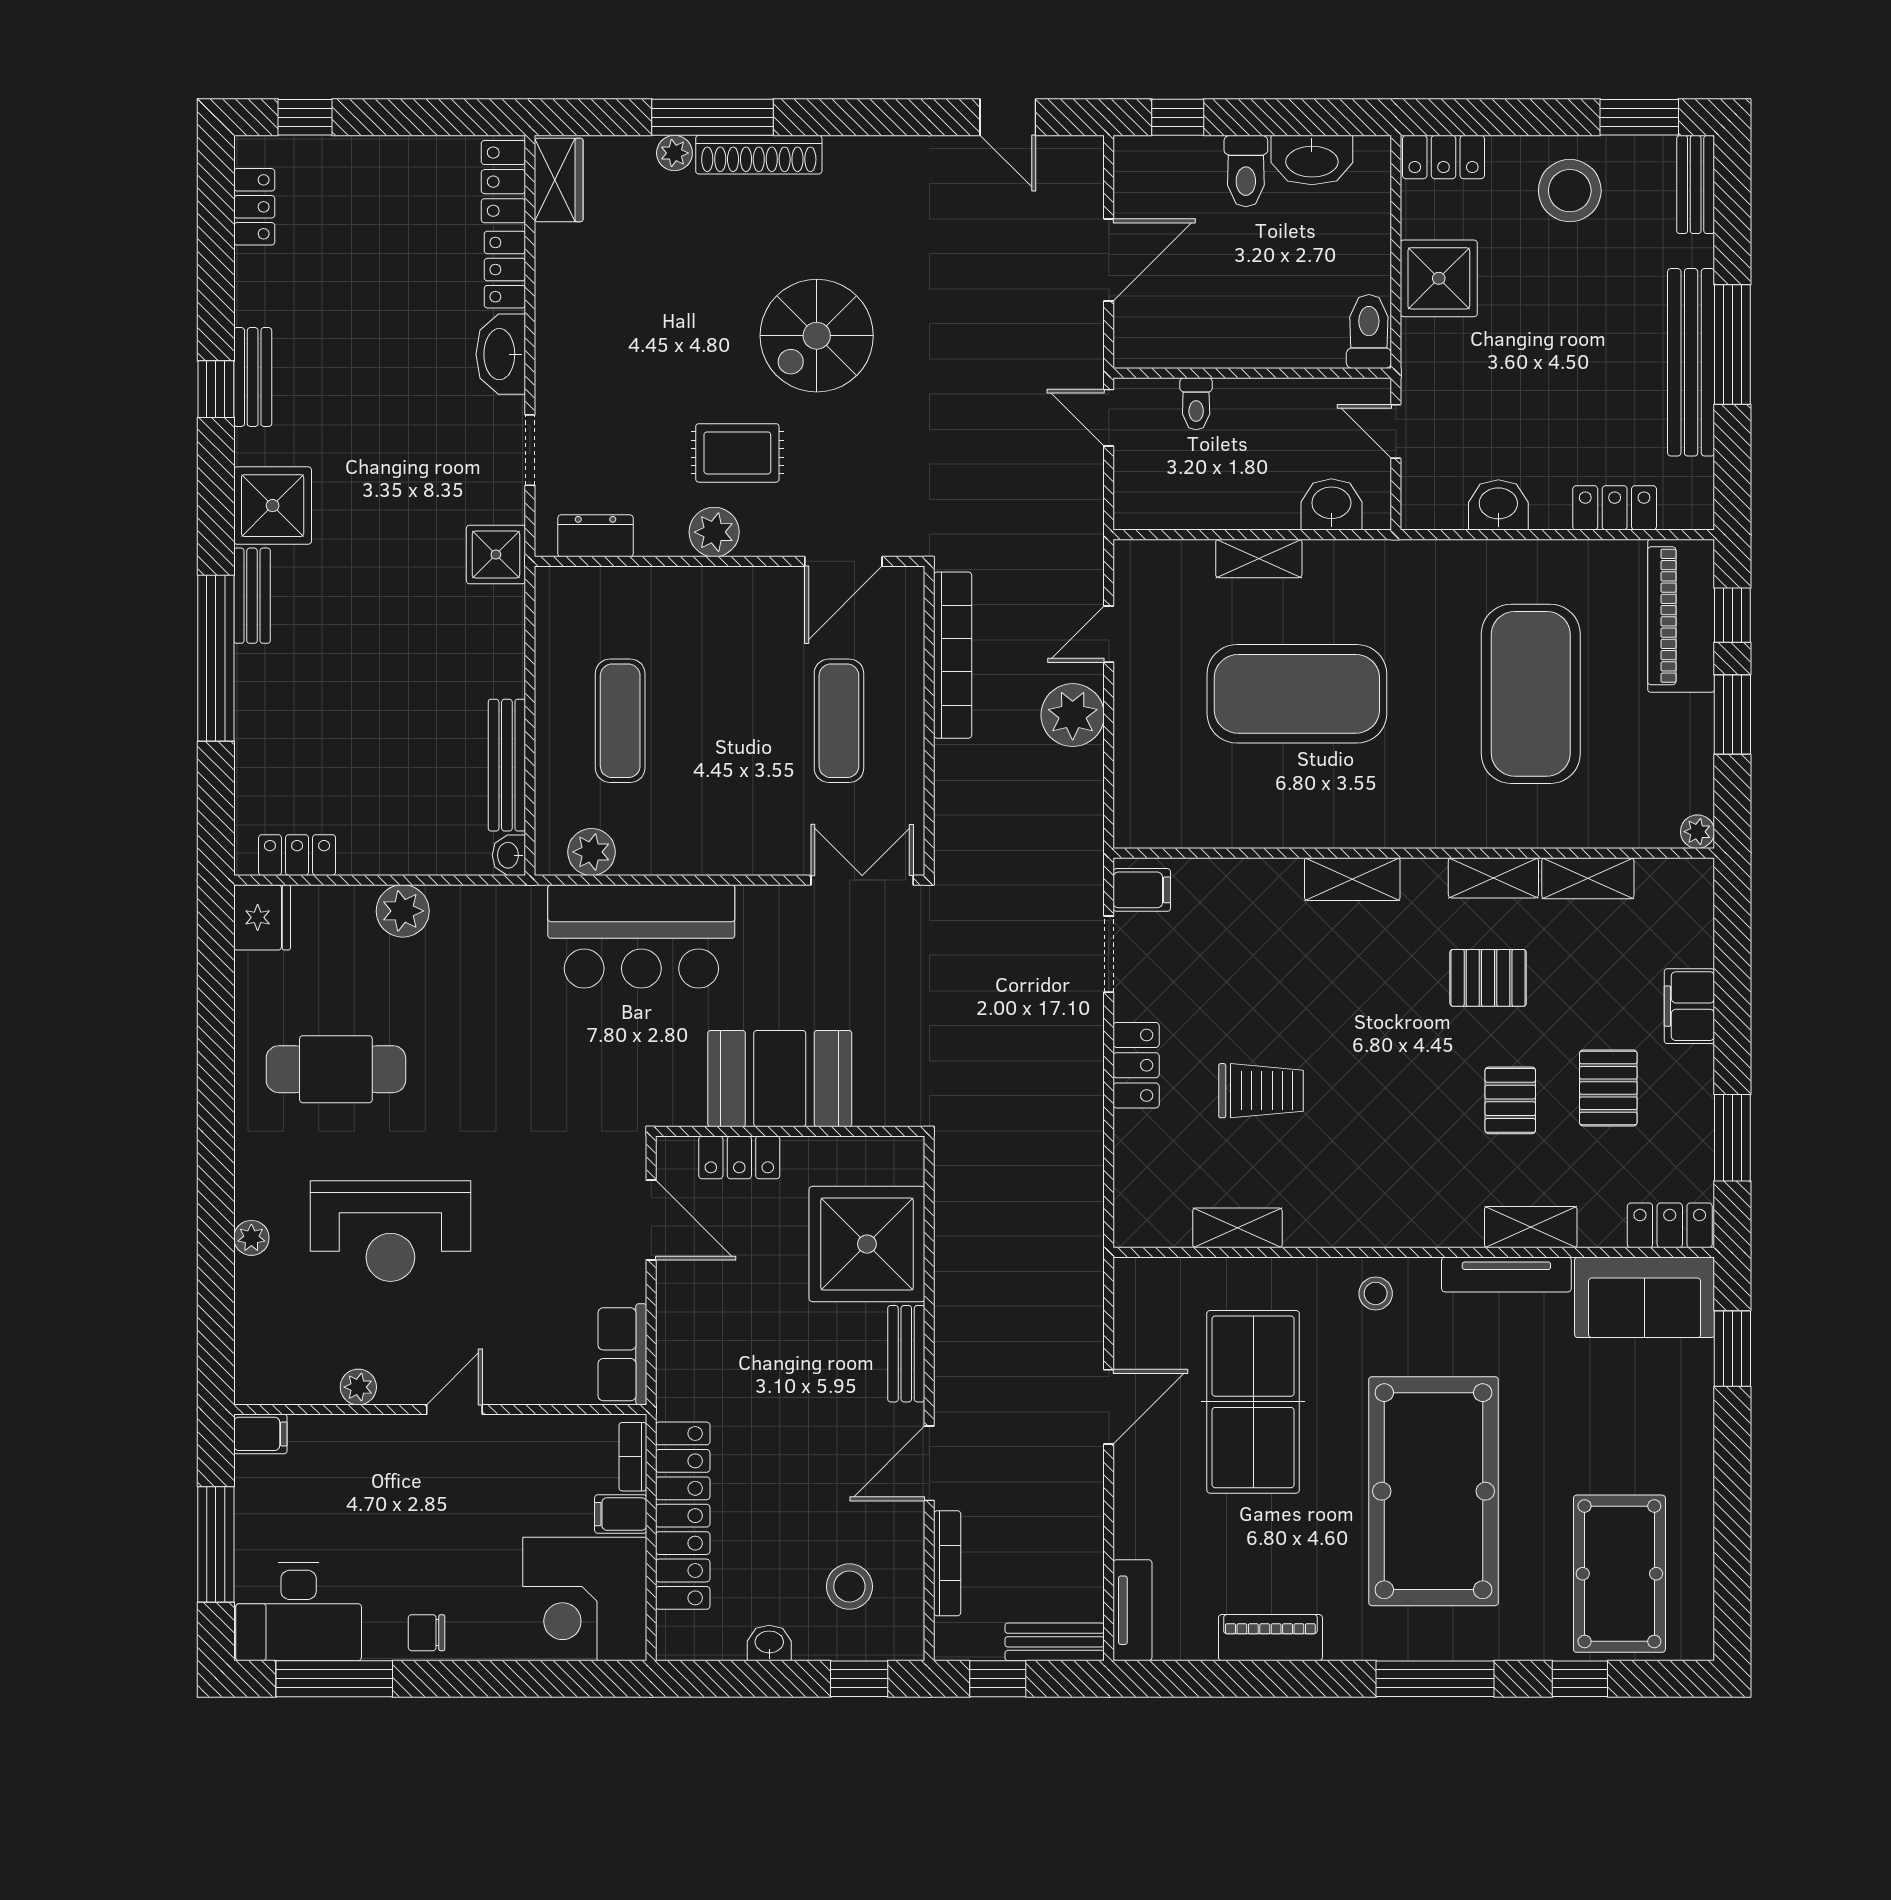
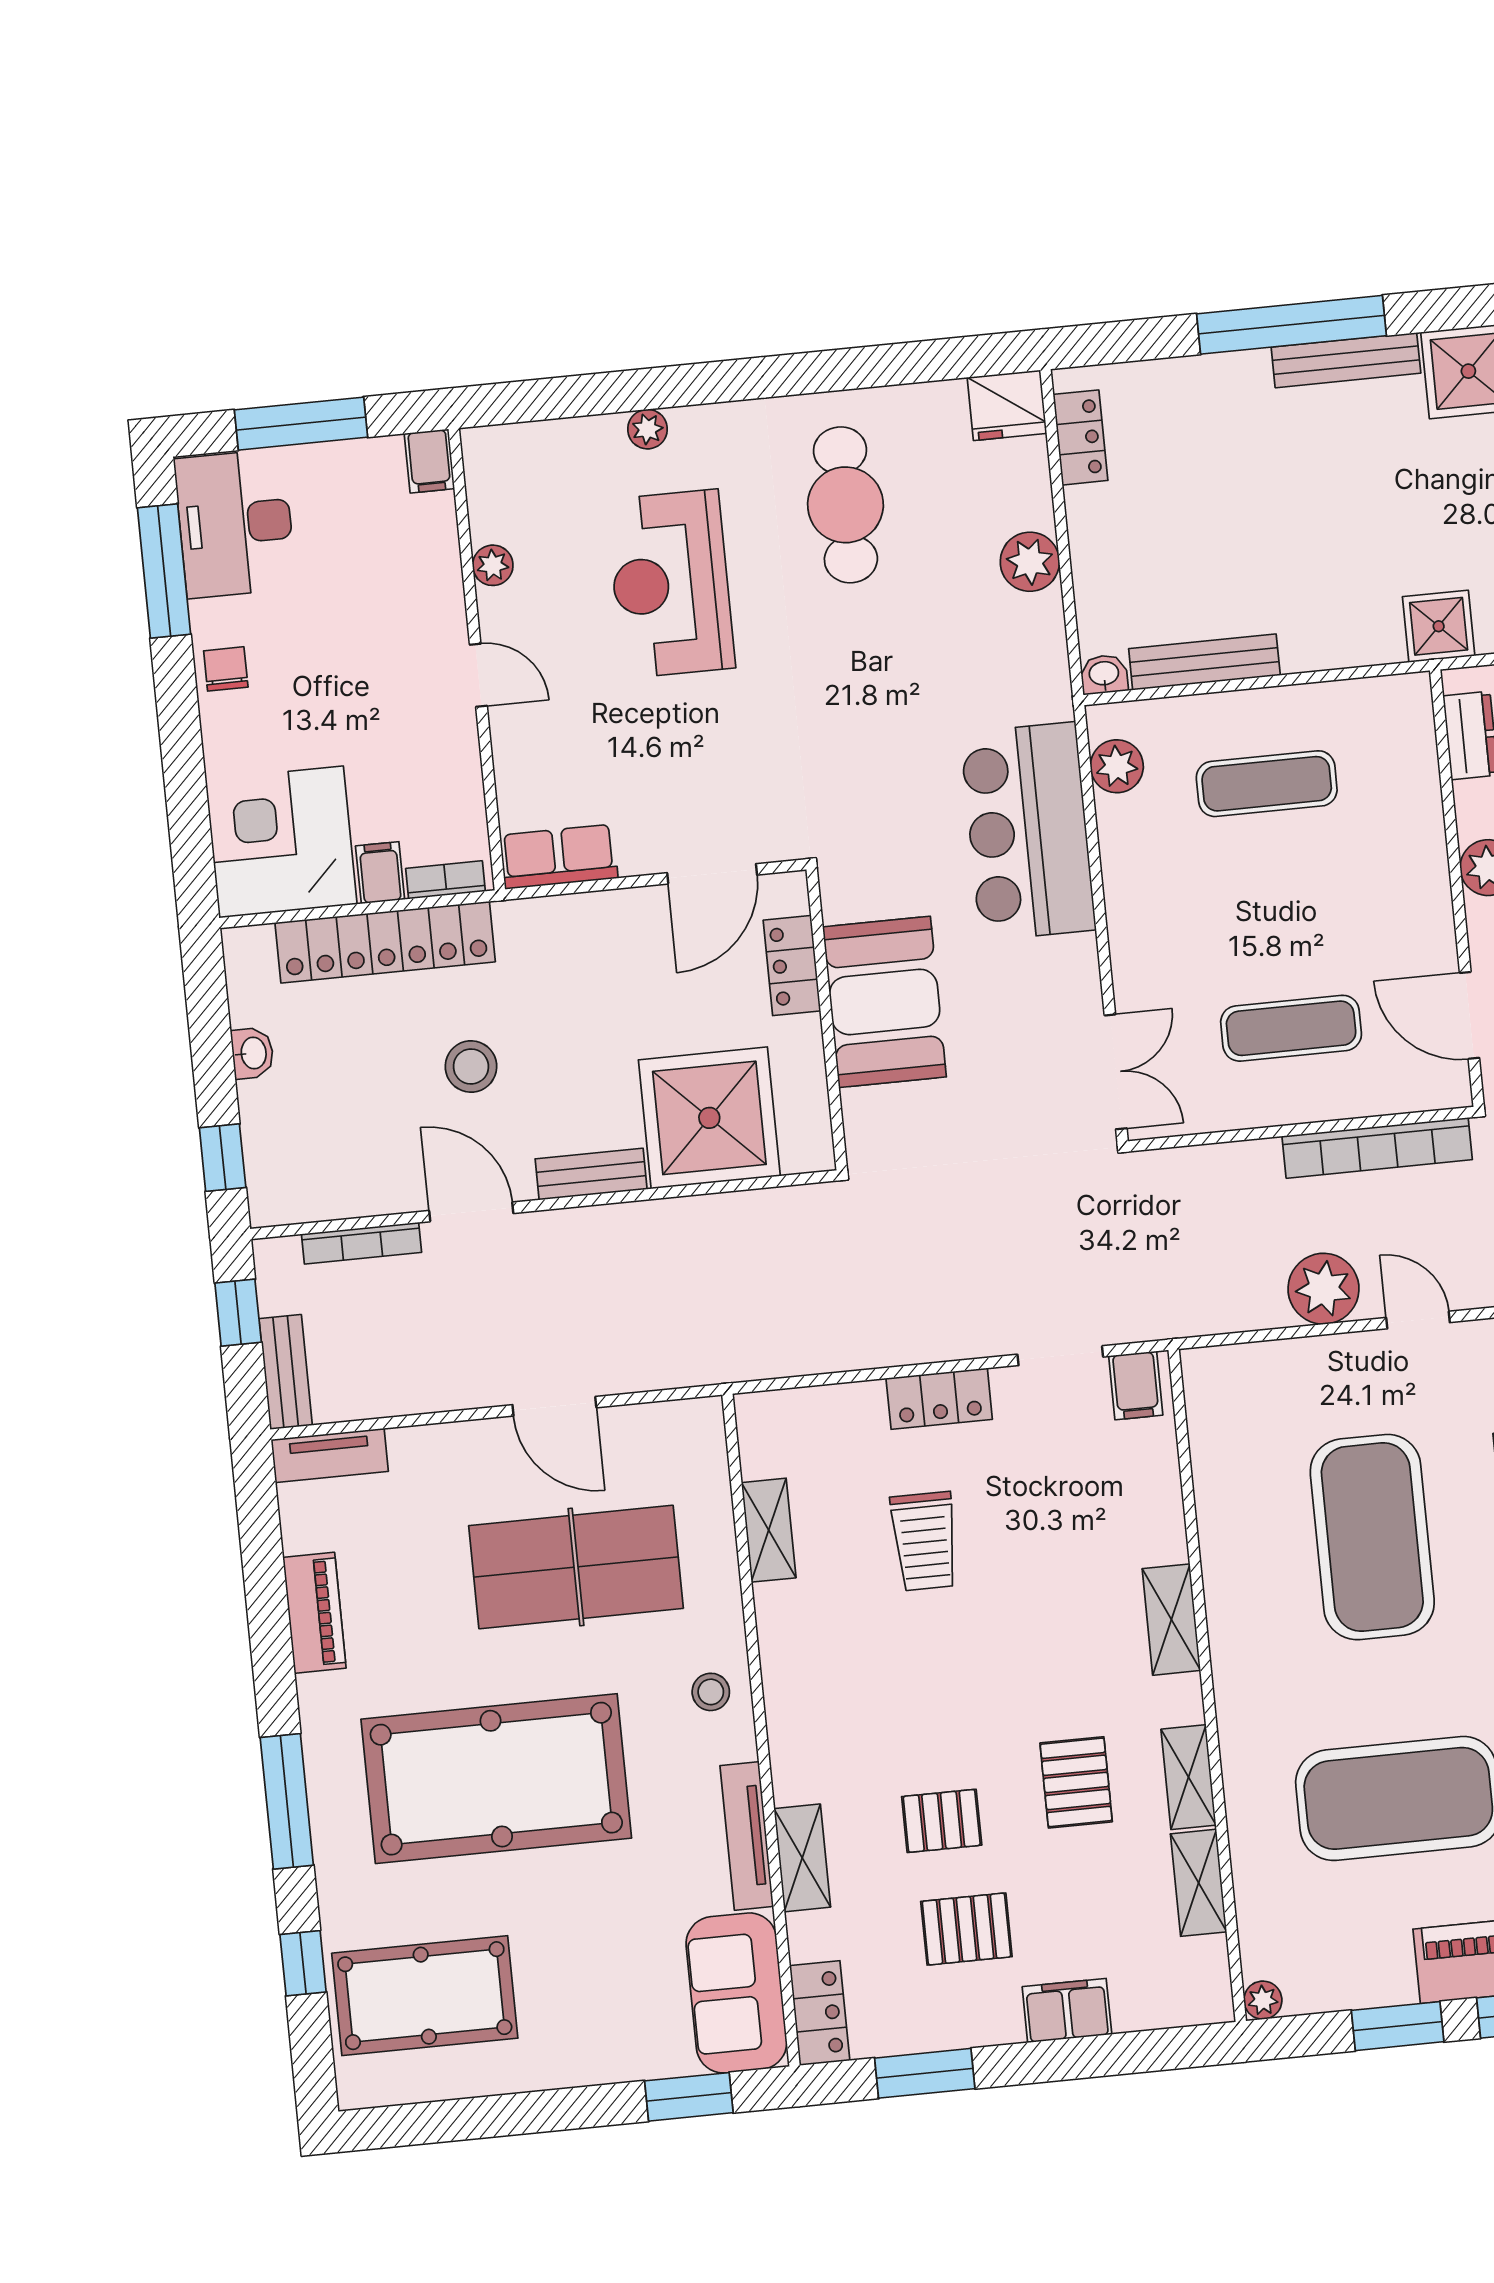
bench: (252, 596) -> (1346, 360), width x1.36
stool: (849, 1587) -> (471, 1066), moved

